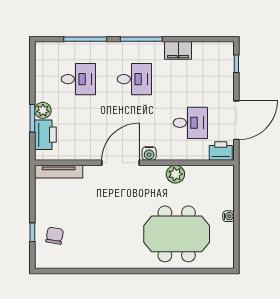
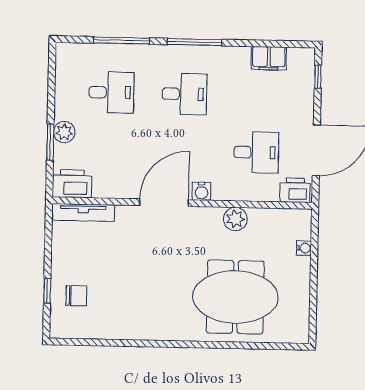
filing cabinet: (178, 50) -> (269, 58), moved
printer: (45, 135) -> (72, 184), moved, turned -90
water cooler: (229, 216) -> (304, 248), moved
chair: (55, 236) -> (76, 296), turned 80

